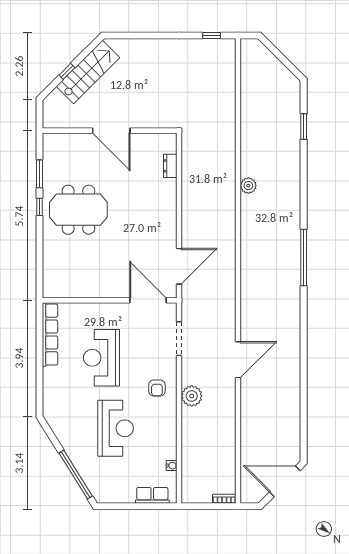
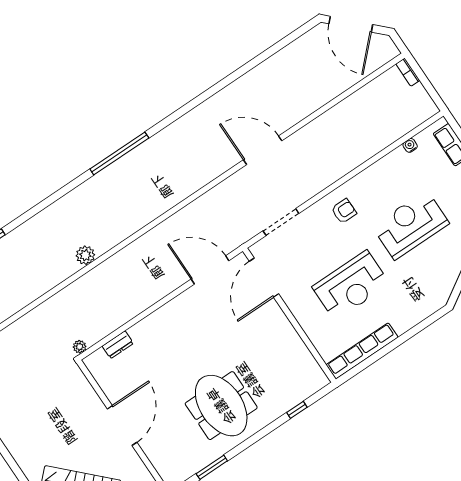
window: (40, 207) -> (297, 410), moved
plant: (192, 396) -> (80, 347), moved, width x0.53, depth x0.53

